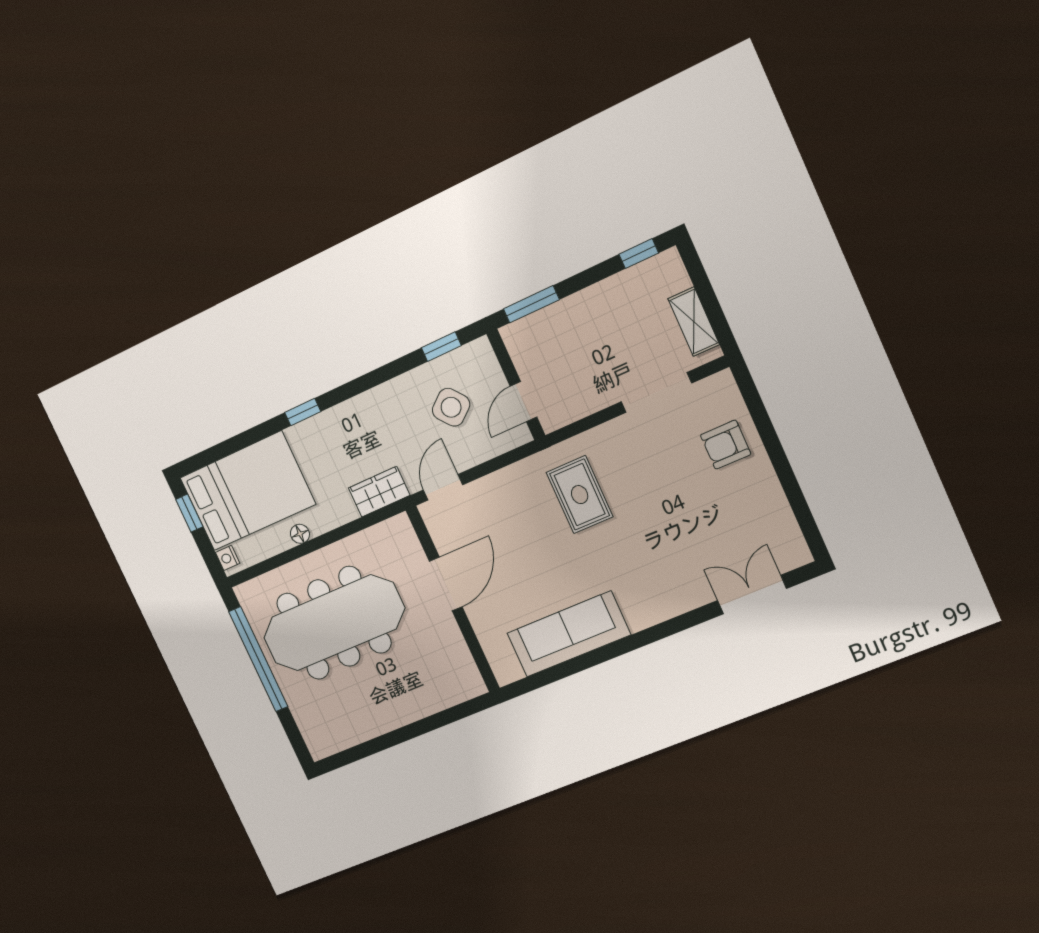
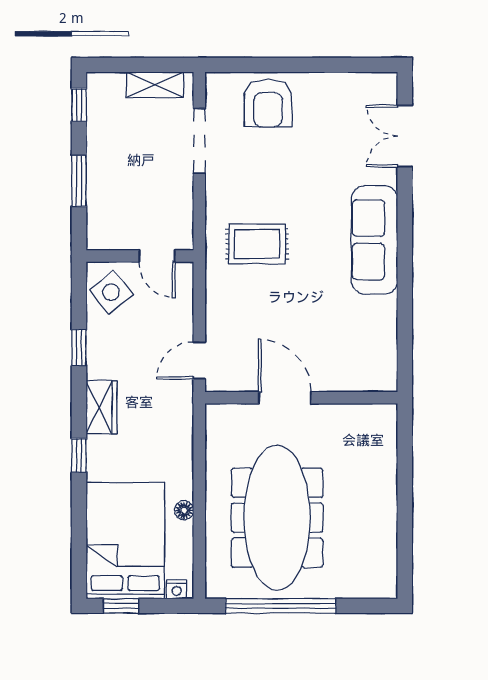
window: (531, 304) -> (79, 181), moved
window: (441, 347) -> (79, 348), moved
side table: (451, 407) -> (111, 292), moved
armchair: (726, 445) -> (268, 103), width x1.38, depth x1.38
door: (443, 487) -> (199, 360), hinge flipped
wardrobe: (379, 492) -> (101, 407), moved, turned 180
sofa: (569, 634) -> (374, 240), moved

